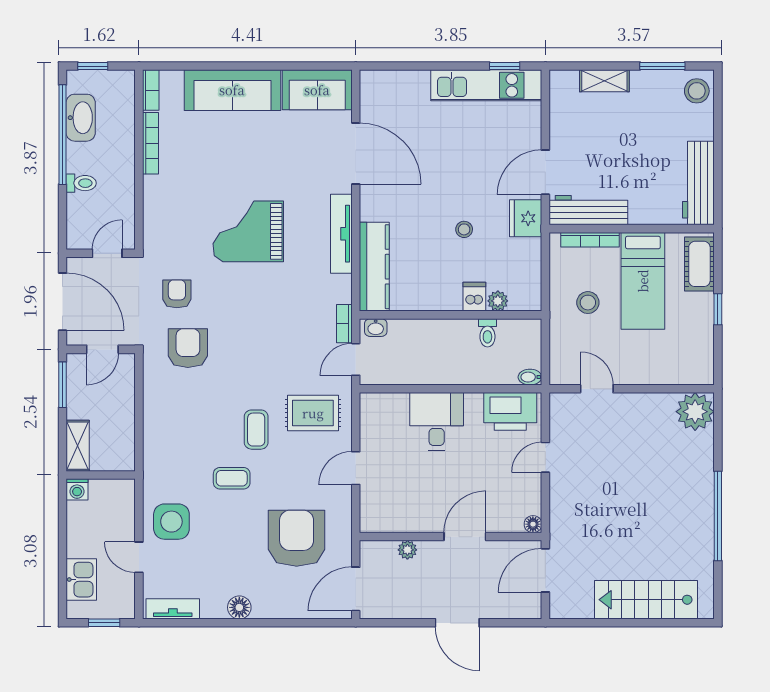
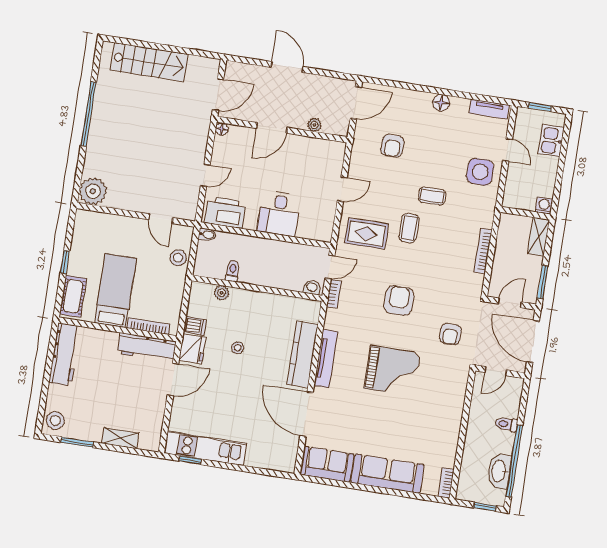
bookcase: (150, 143) -> (483, 251), moved
kitchen counter: (374, 267) -> (302, 354), moved
dishwasher: (474, 297) -> (195, 326), moved, turned -90
stool: (588, 303) -> (178, 258), moved
armchair: (188, 348) -> (399, 301), moved, turned 180
armchair: (297, 538) -> (392, 146), width x0.53, depth x0.53

